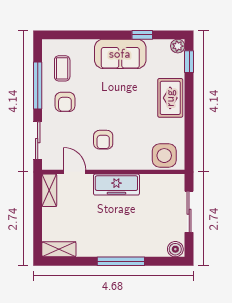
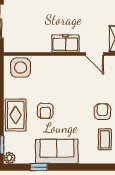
armchair: (103, 140) -> (45, 111), moved, turned 180
freezer: (116, 185) -> (65, 44), width x0.71

